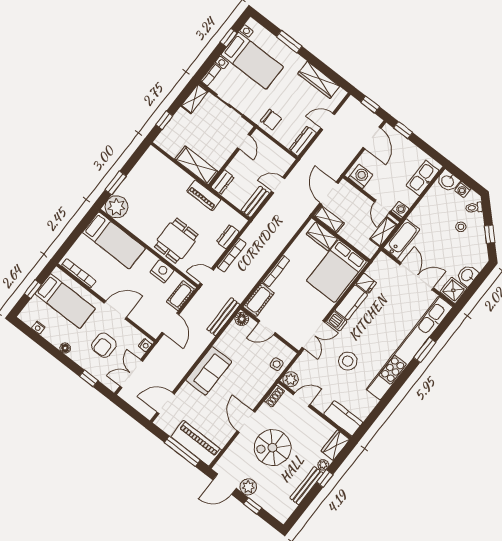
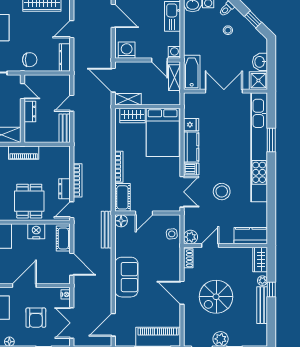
dresser: (223, 182) -> (30, 112), moved
dresser: (228, 237) -> (64, 189), moved

